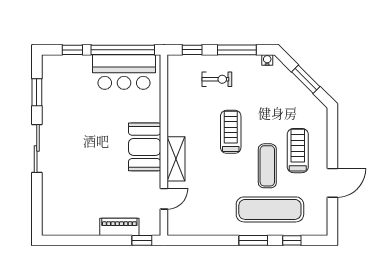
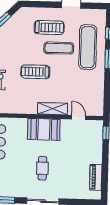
cafe table: (86, 146) -> (42, 168), added
treadmill: (298, 151) -> (49, 28), turned 180
piano: (119, 227) -> (96, 177), moved

